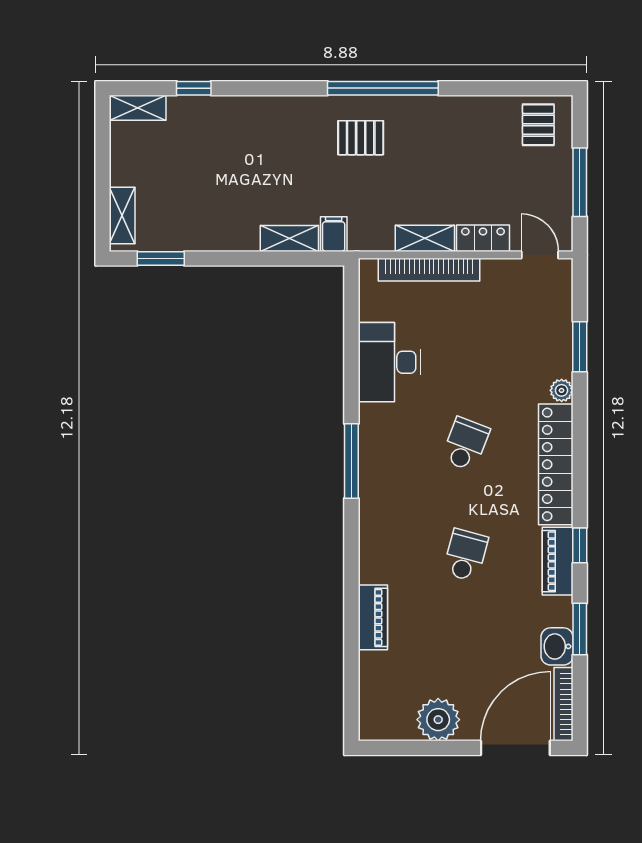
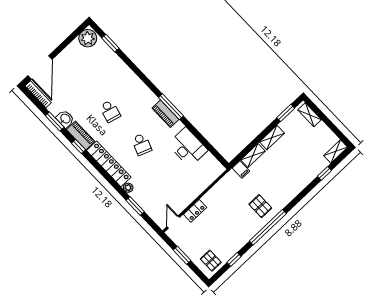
window: (496, 88) -> (234, 259), added
pallet: (361, 138) -> (260, 206), turned 90
window: (580, 182) -> (182, 255), width x0.69
shelving: (425, 238) -> (272, 138), moved
door: (540, 255) -> (173, 222), swing flipped
bookcase: (429, 270) -> (202, 186), removed
piano: (373, 617) -> (165, 114), moved
washbasin: (557, 646) -> (65, 119), moved
window: (351, 673) -> (110, 43), added
plant: (438, 720) -> (88, 38), moved

